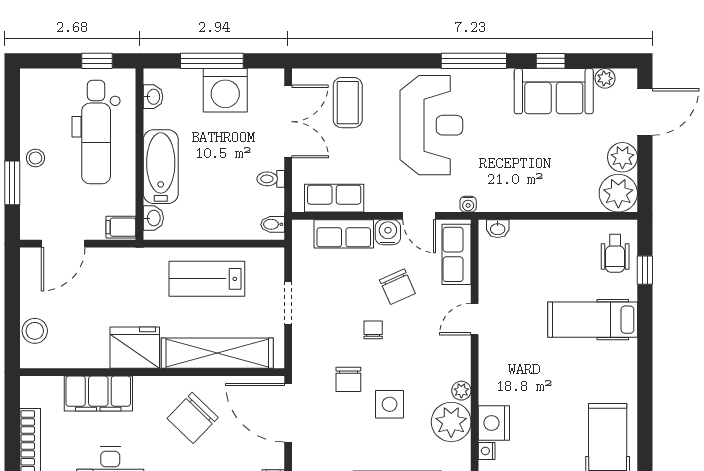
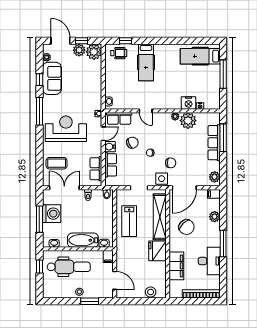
window: (645, 163) -> (81, 41), added
side table: (390, 404) -> (162, 179), moved

